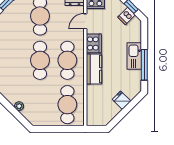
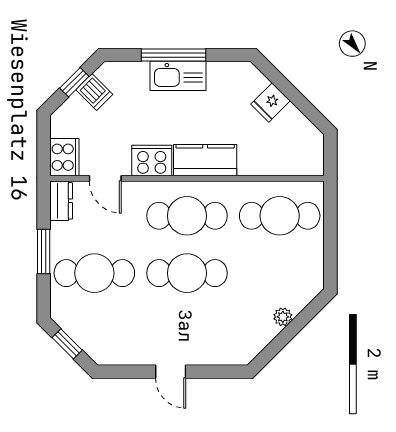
window: (144, 65) -> (174, 55), moved

